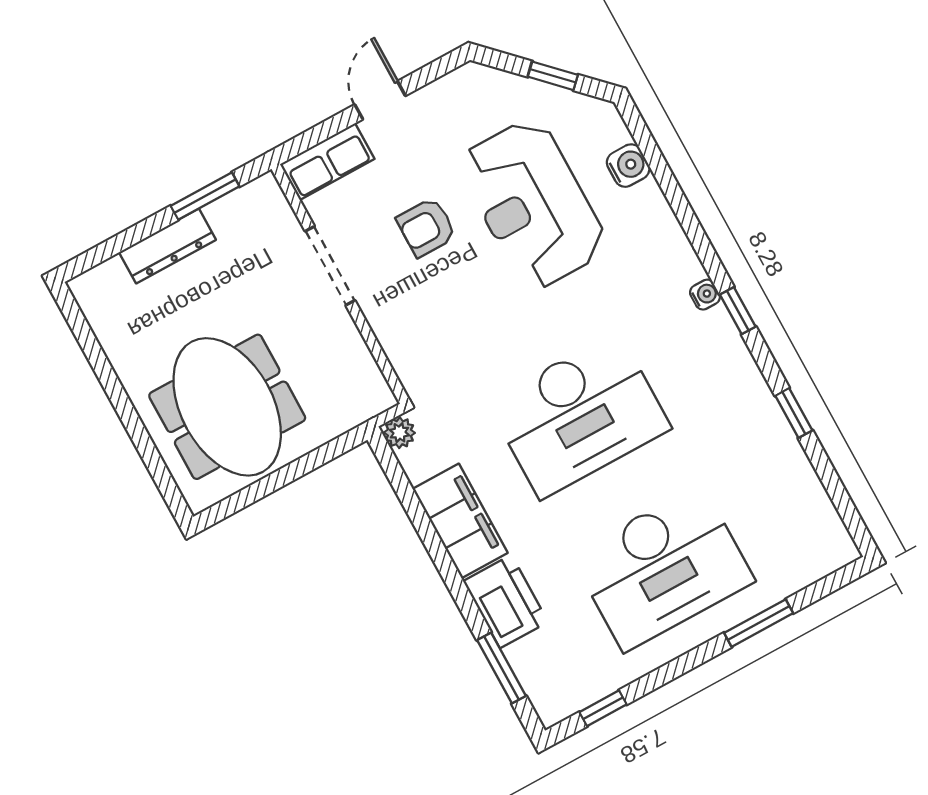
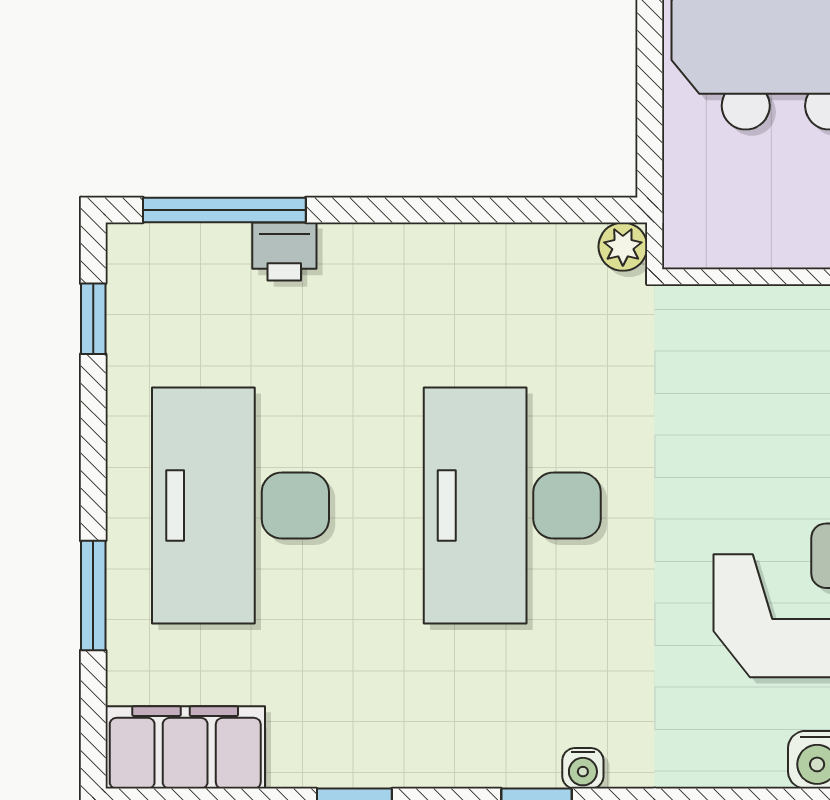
filing cabinet: (460, 521) -> (185, 747), moved, turned 180
printer: (506, 602) -> (284, 251), width x0.53, depth x0.68
window: (502, 668) -> (224, 210), width x1.44

